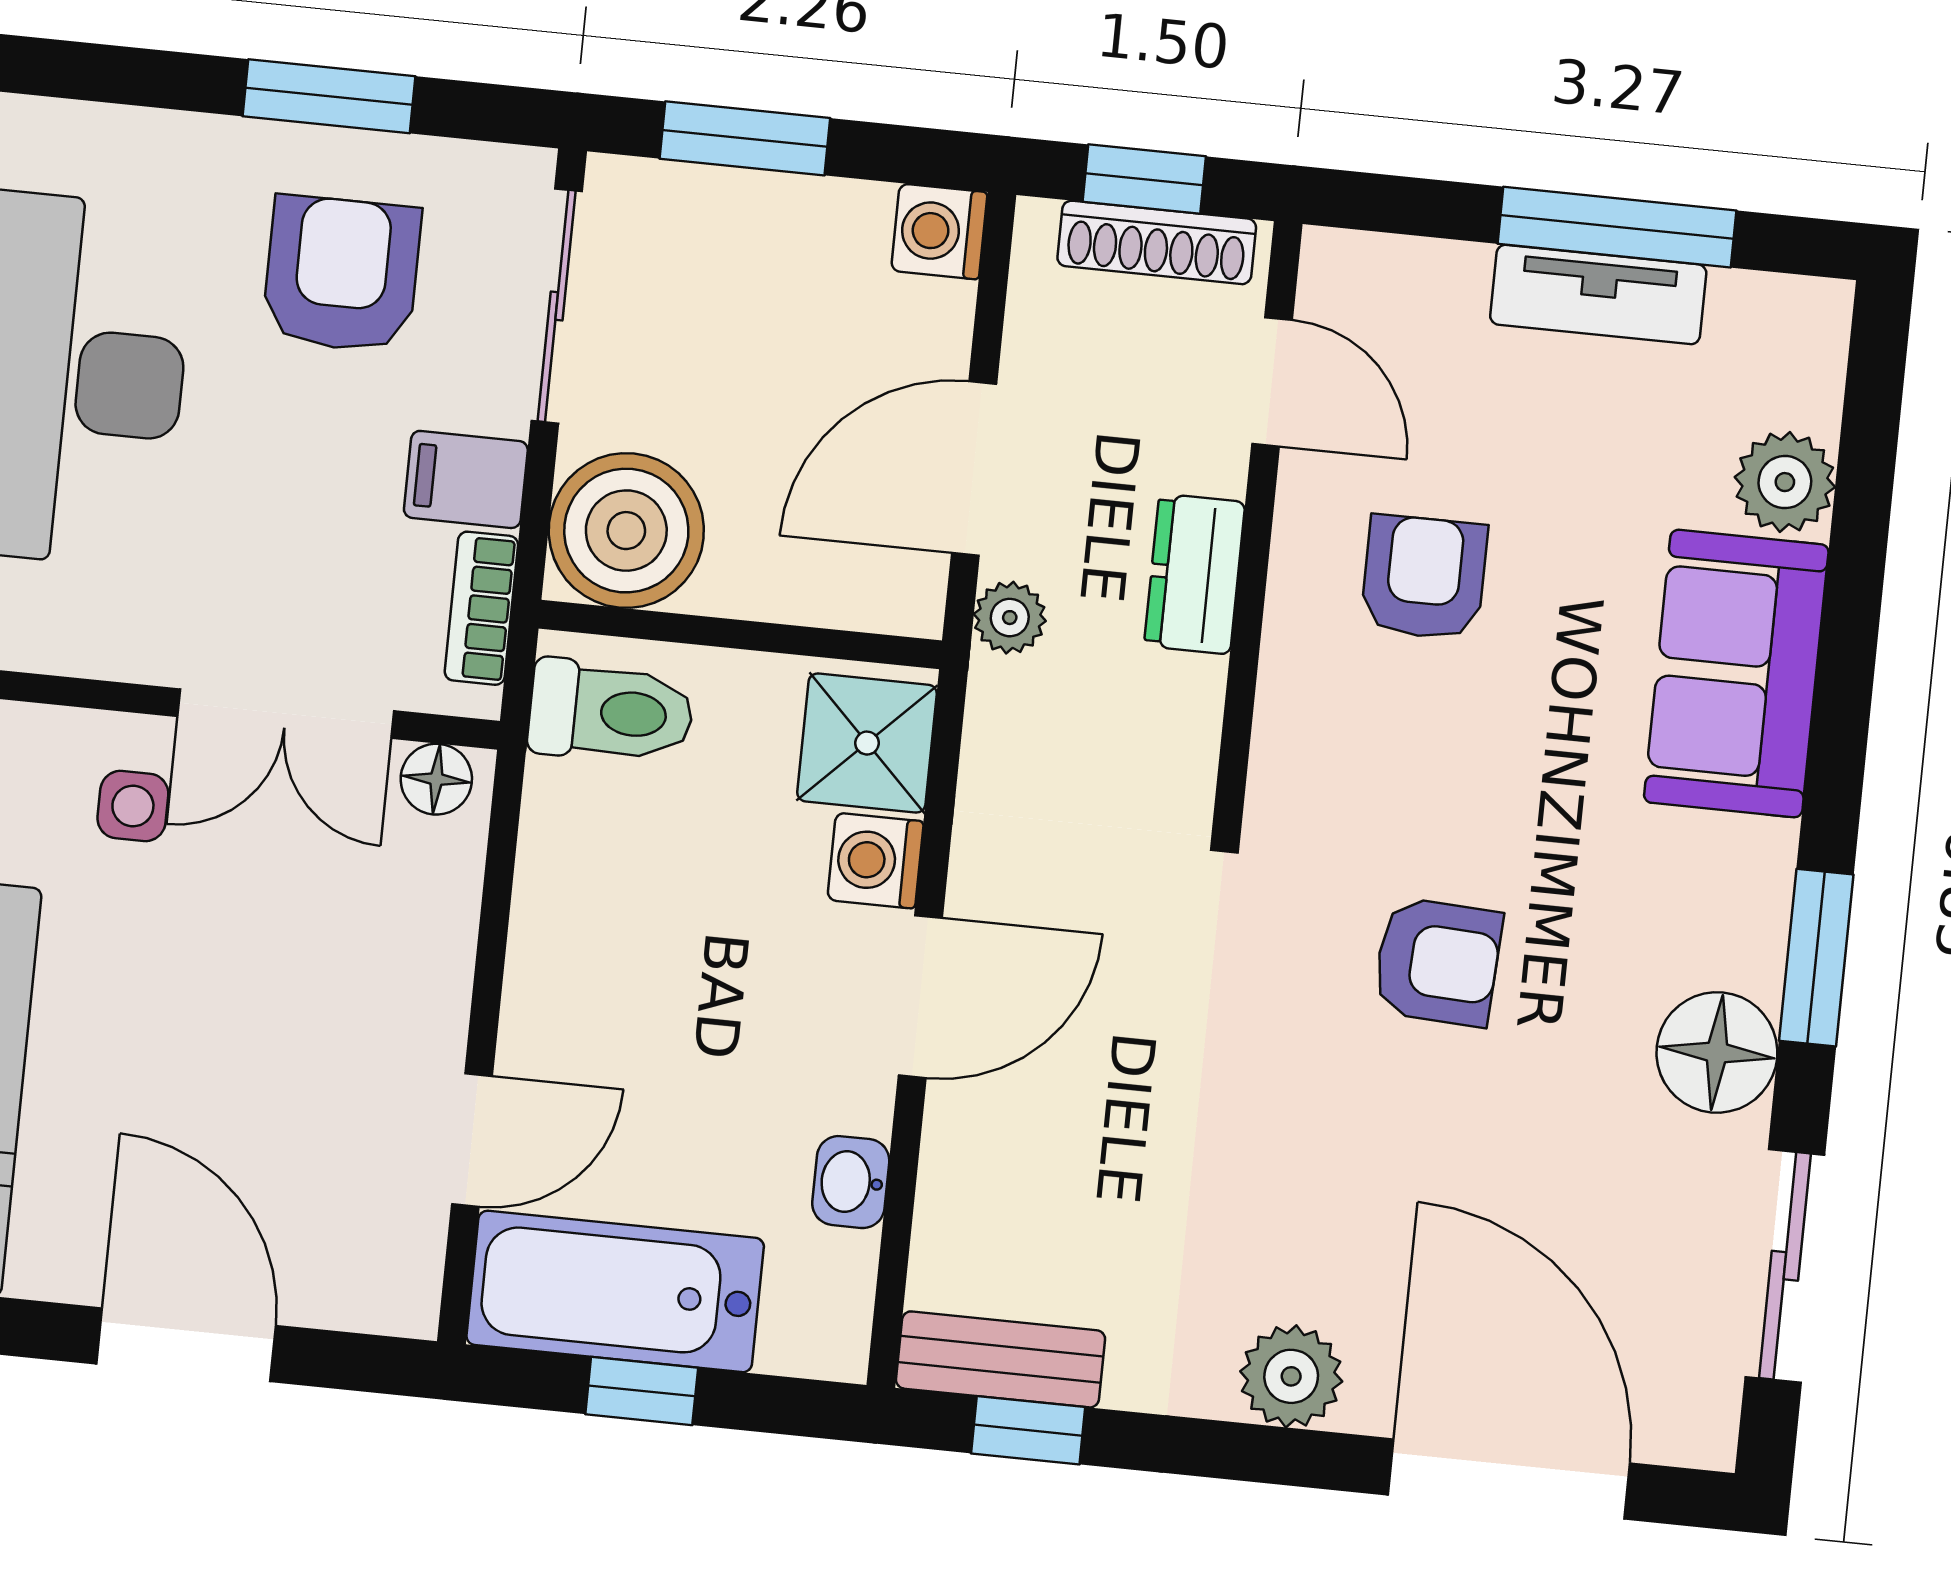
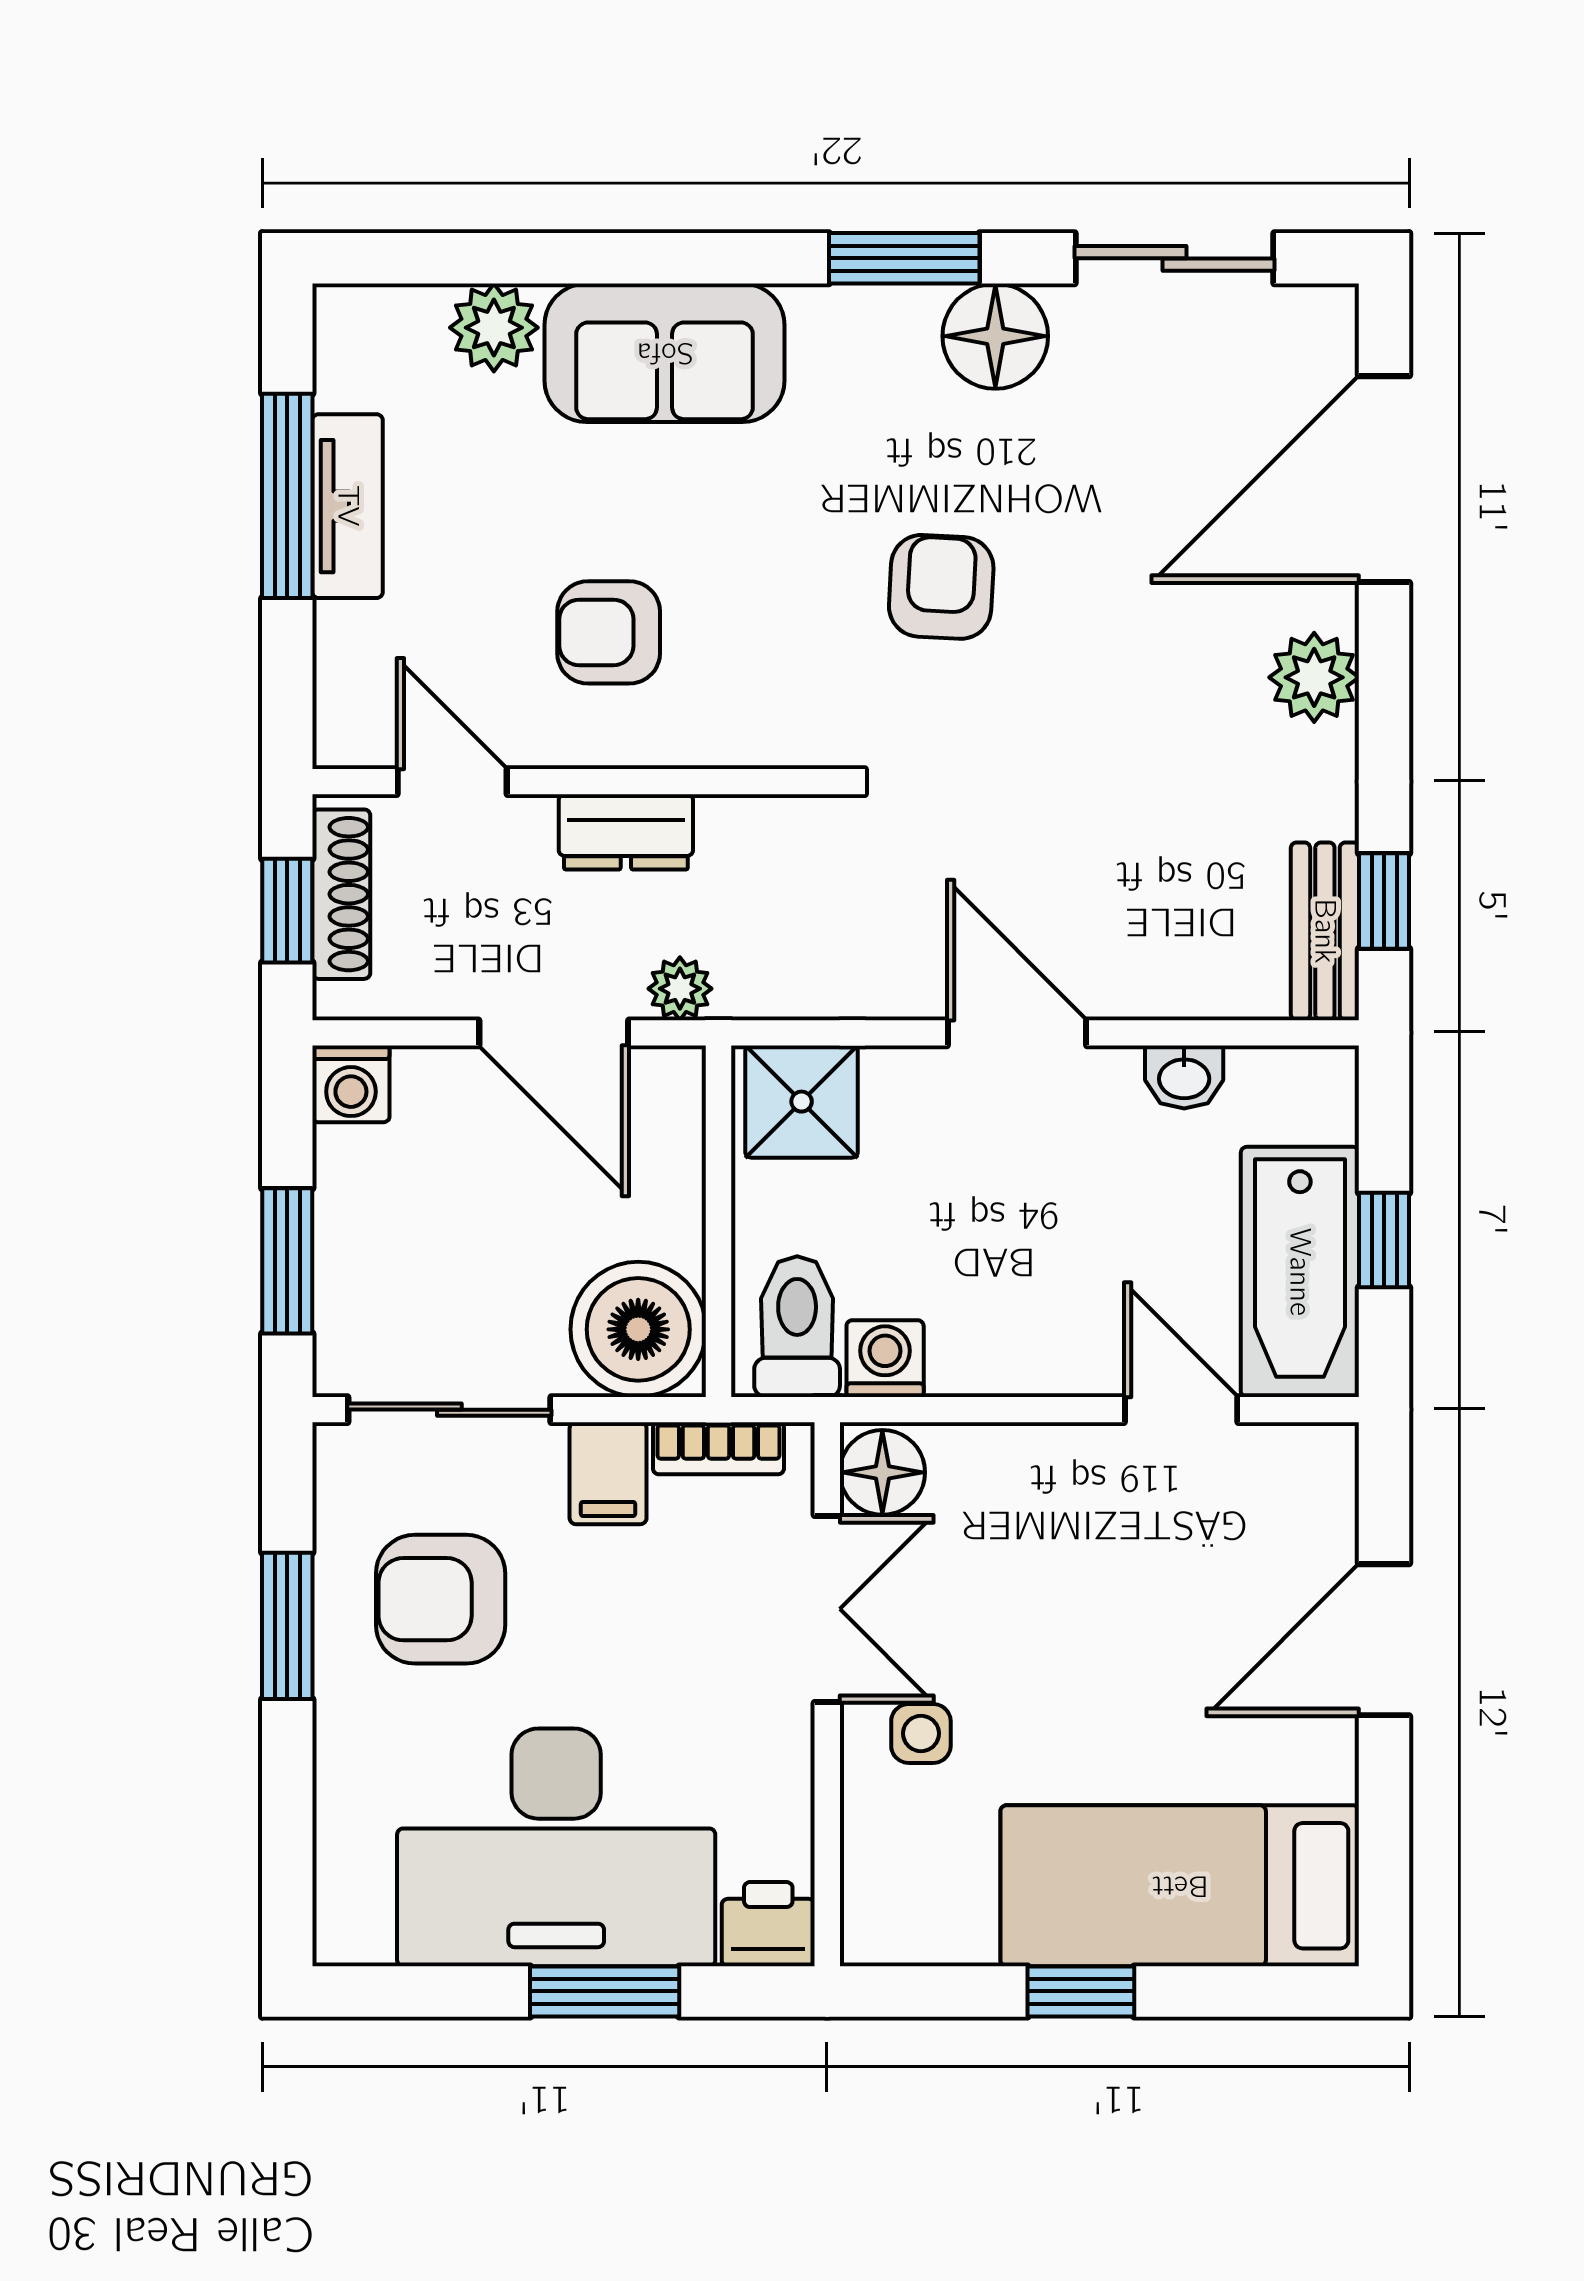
door: (1272, 382) -> (452, 782), hinge flipped
floor lamp: (436, 779) -> (882, 1472), width x1.37, depth x1.37
washing machine: (875, 861) -> (885, 1359), moved, turned 180

